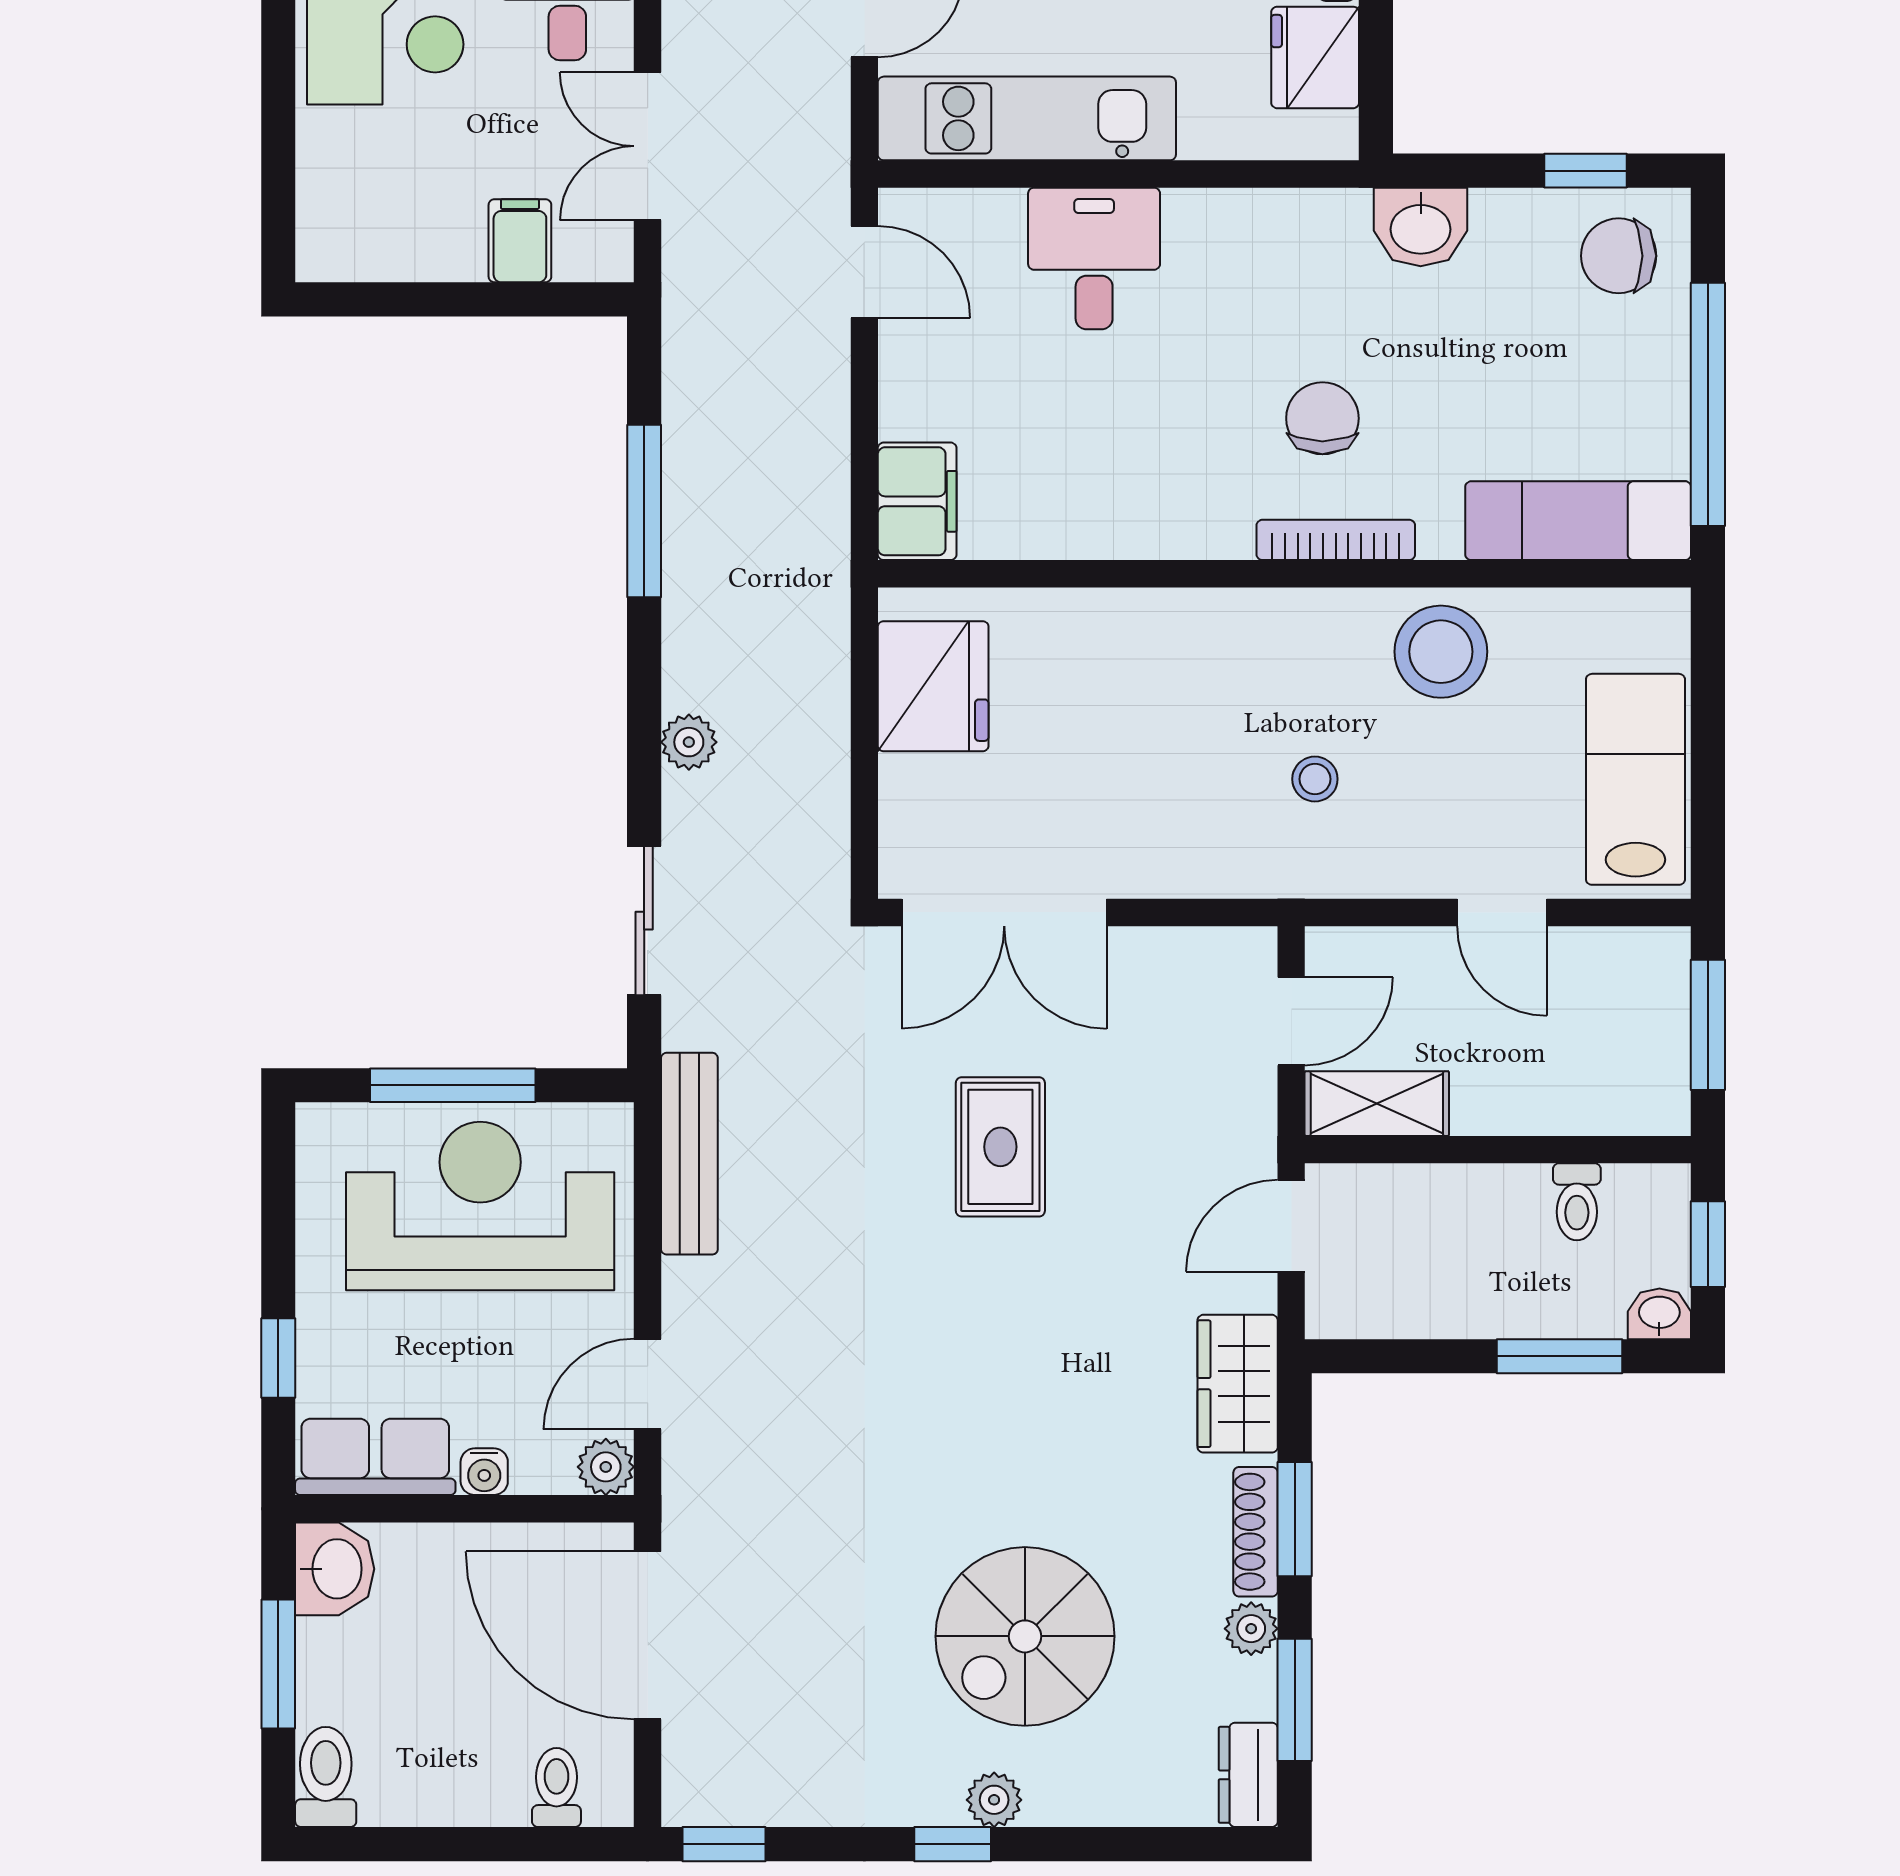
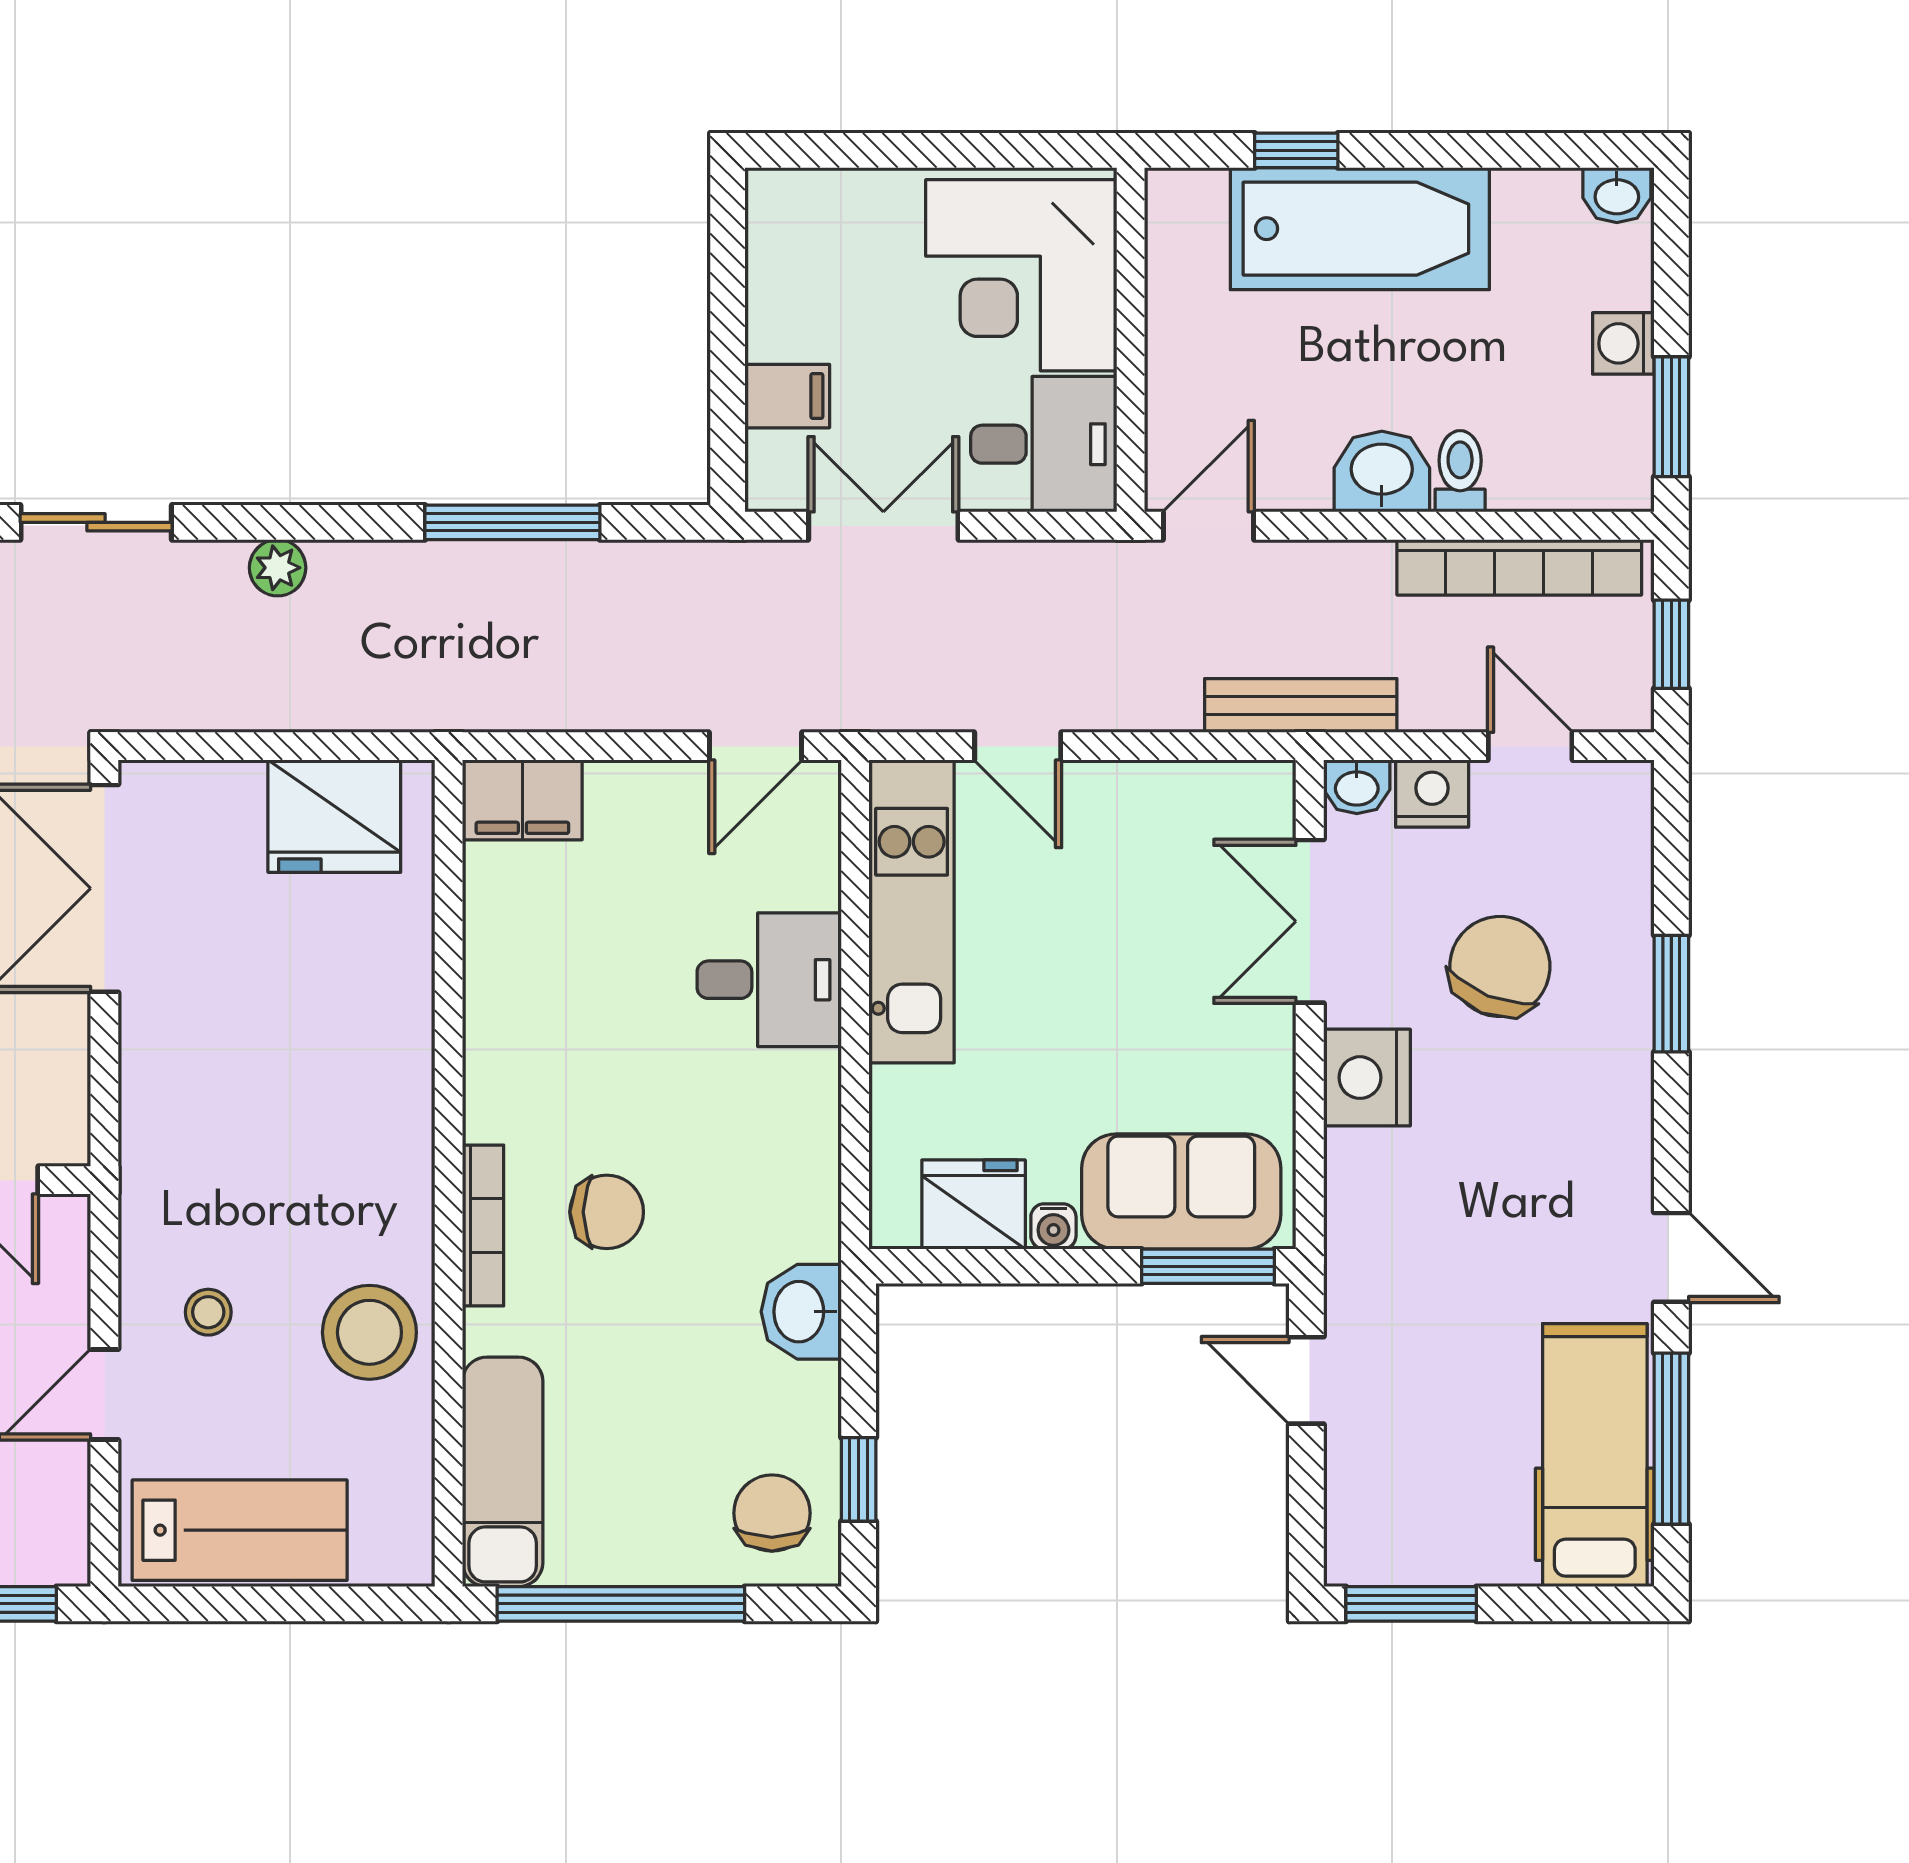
stool: (1315, 779) -> (208, 1312), moved

